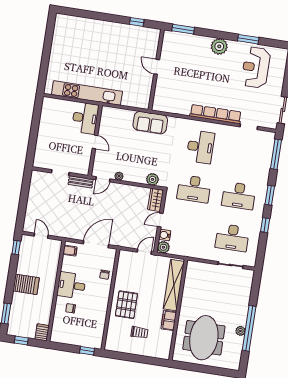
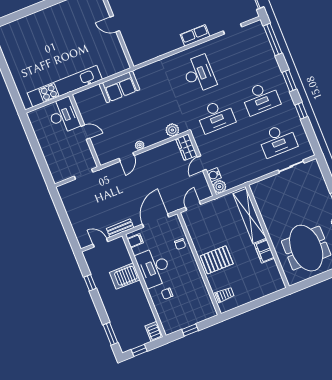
row of seats: (216, 114) -> (195, 35), width x0.50
desk: (85, 118) -> (63, 116), moved
sofa: (150, 123) -> (120, 87), moved
wall: (95, 140) -> (85, 131), moved
door: (95, 142) -> (85, 132), moved
bench: (81, 182) -> (120, 228), moved
window: (16, 248) -> (90, 283), moved
door: (144, 252) -> (193, 206), moved
server rack: (26, 284) -> (125, 276), moved, turned 180
desk: (71, 285) -> (154, 267), width x1.37
pallet: (126, 305) -> (217, 260), turned 90
trolley: (139, 332) -> (225, 295), moved
window: (87, 351) -> (190, 330), moved

